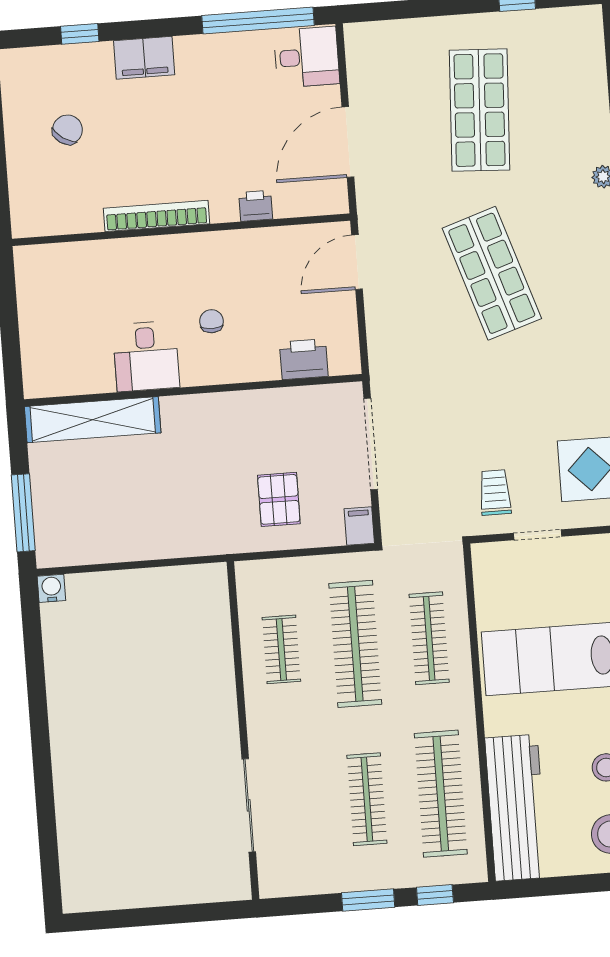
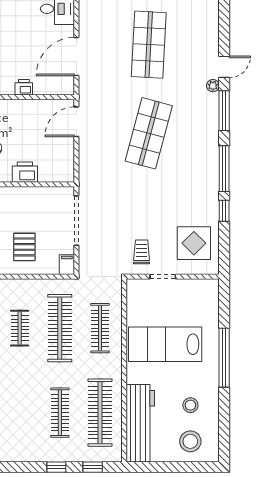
shop shelf: (492, 273) -> (149, 133), turned 33
printer: (304, 359) -> (25, 172), moved
window: (368, 900) -> (56, 467), width x0.67

